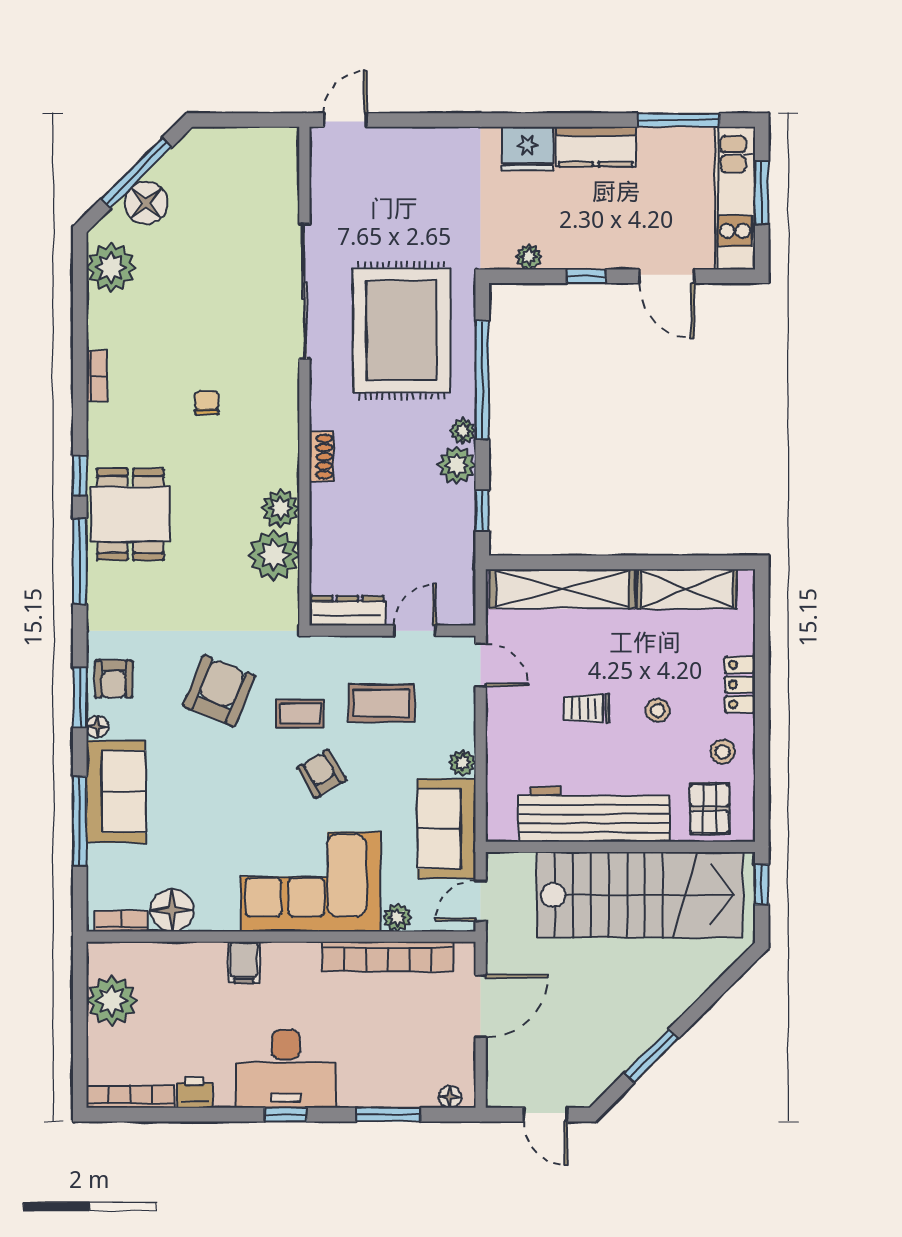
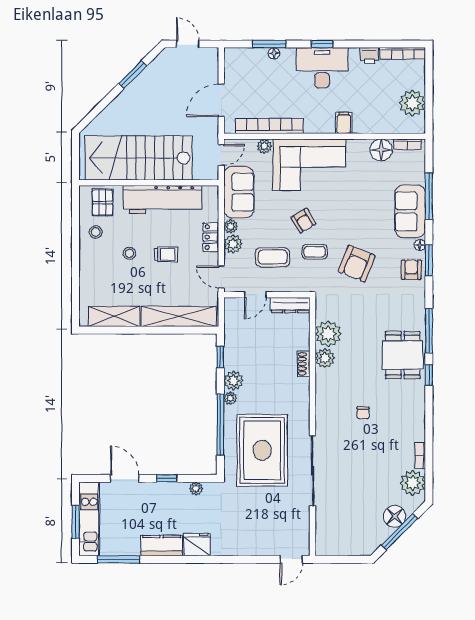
bookcase: (97, 376) -> (420, 455), moved
shoe rack: (321, 457) -> (304, 364), moved
locker: (740, 684) -> (211, 237), moved, turned 180
plant: (458, 729) -> (233, 244), added
window: (762, 884) -> (76, 163), removed
floor lamp: (450, 1097) -> (274, 53), moved

